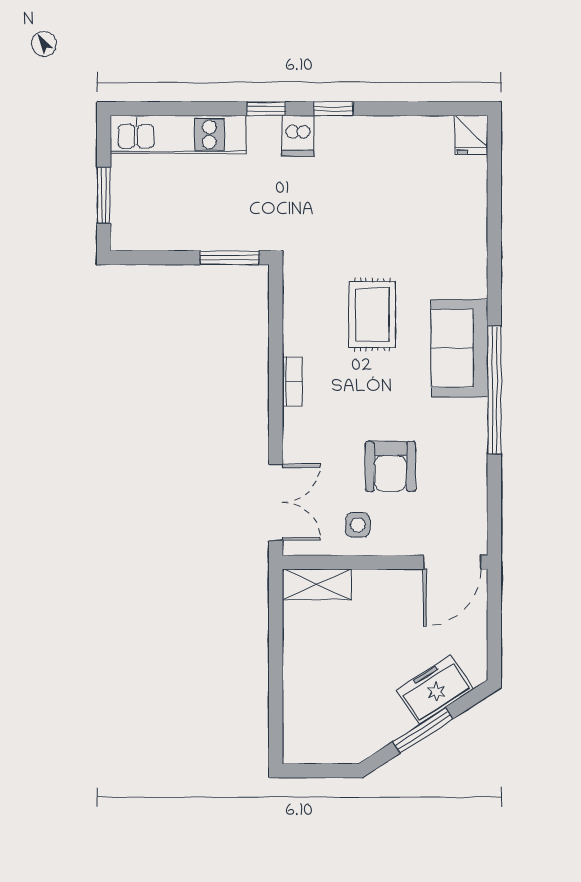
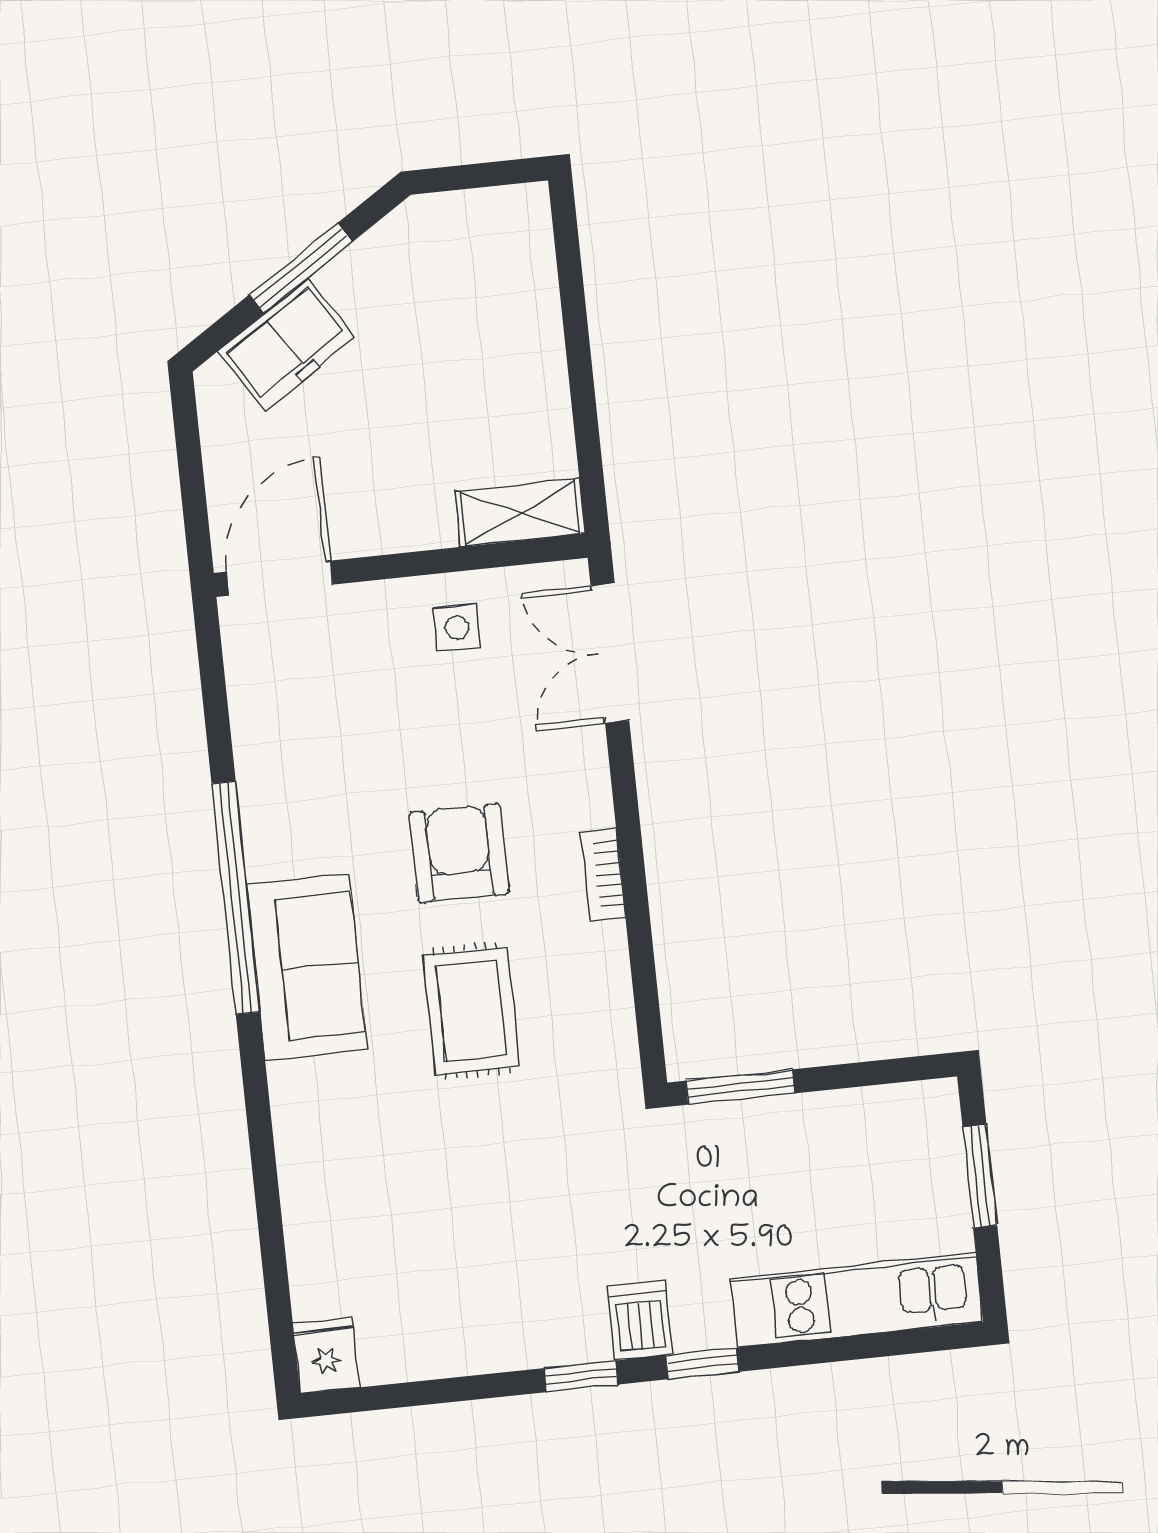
armchair: (390, 466) -> (459, 853), moved

